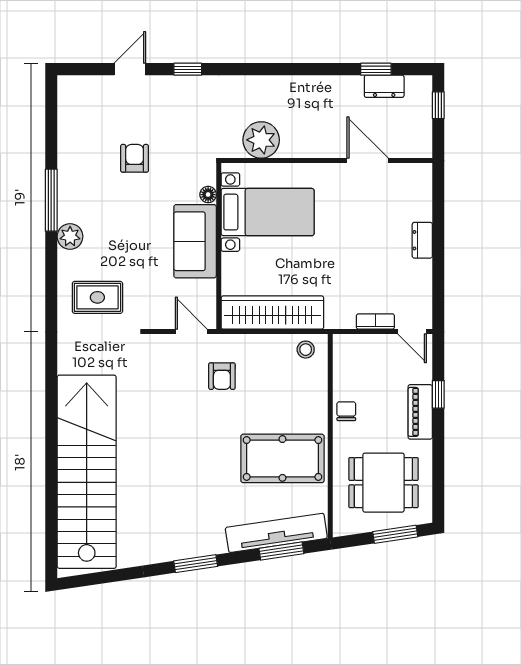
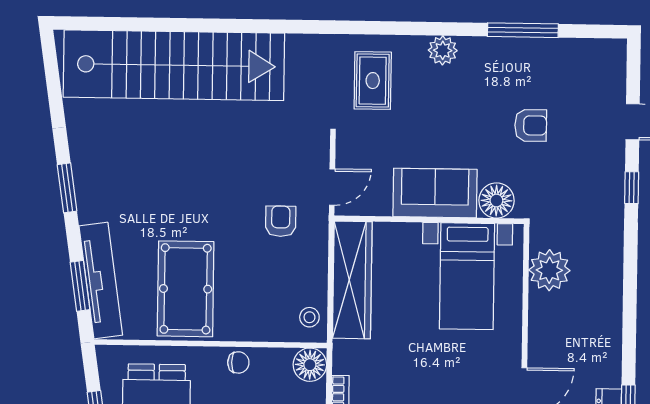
floor lamp: (208, 195) -> (496, 201), width x1.89, depth x1.89
window: (51, 200) -> (523, 30), moved
floor lamp: (347, 349) -> (310, 365), added
armchair: (222, 376) -> (281, 221), turned 90

